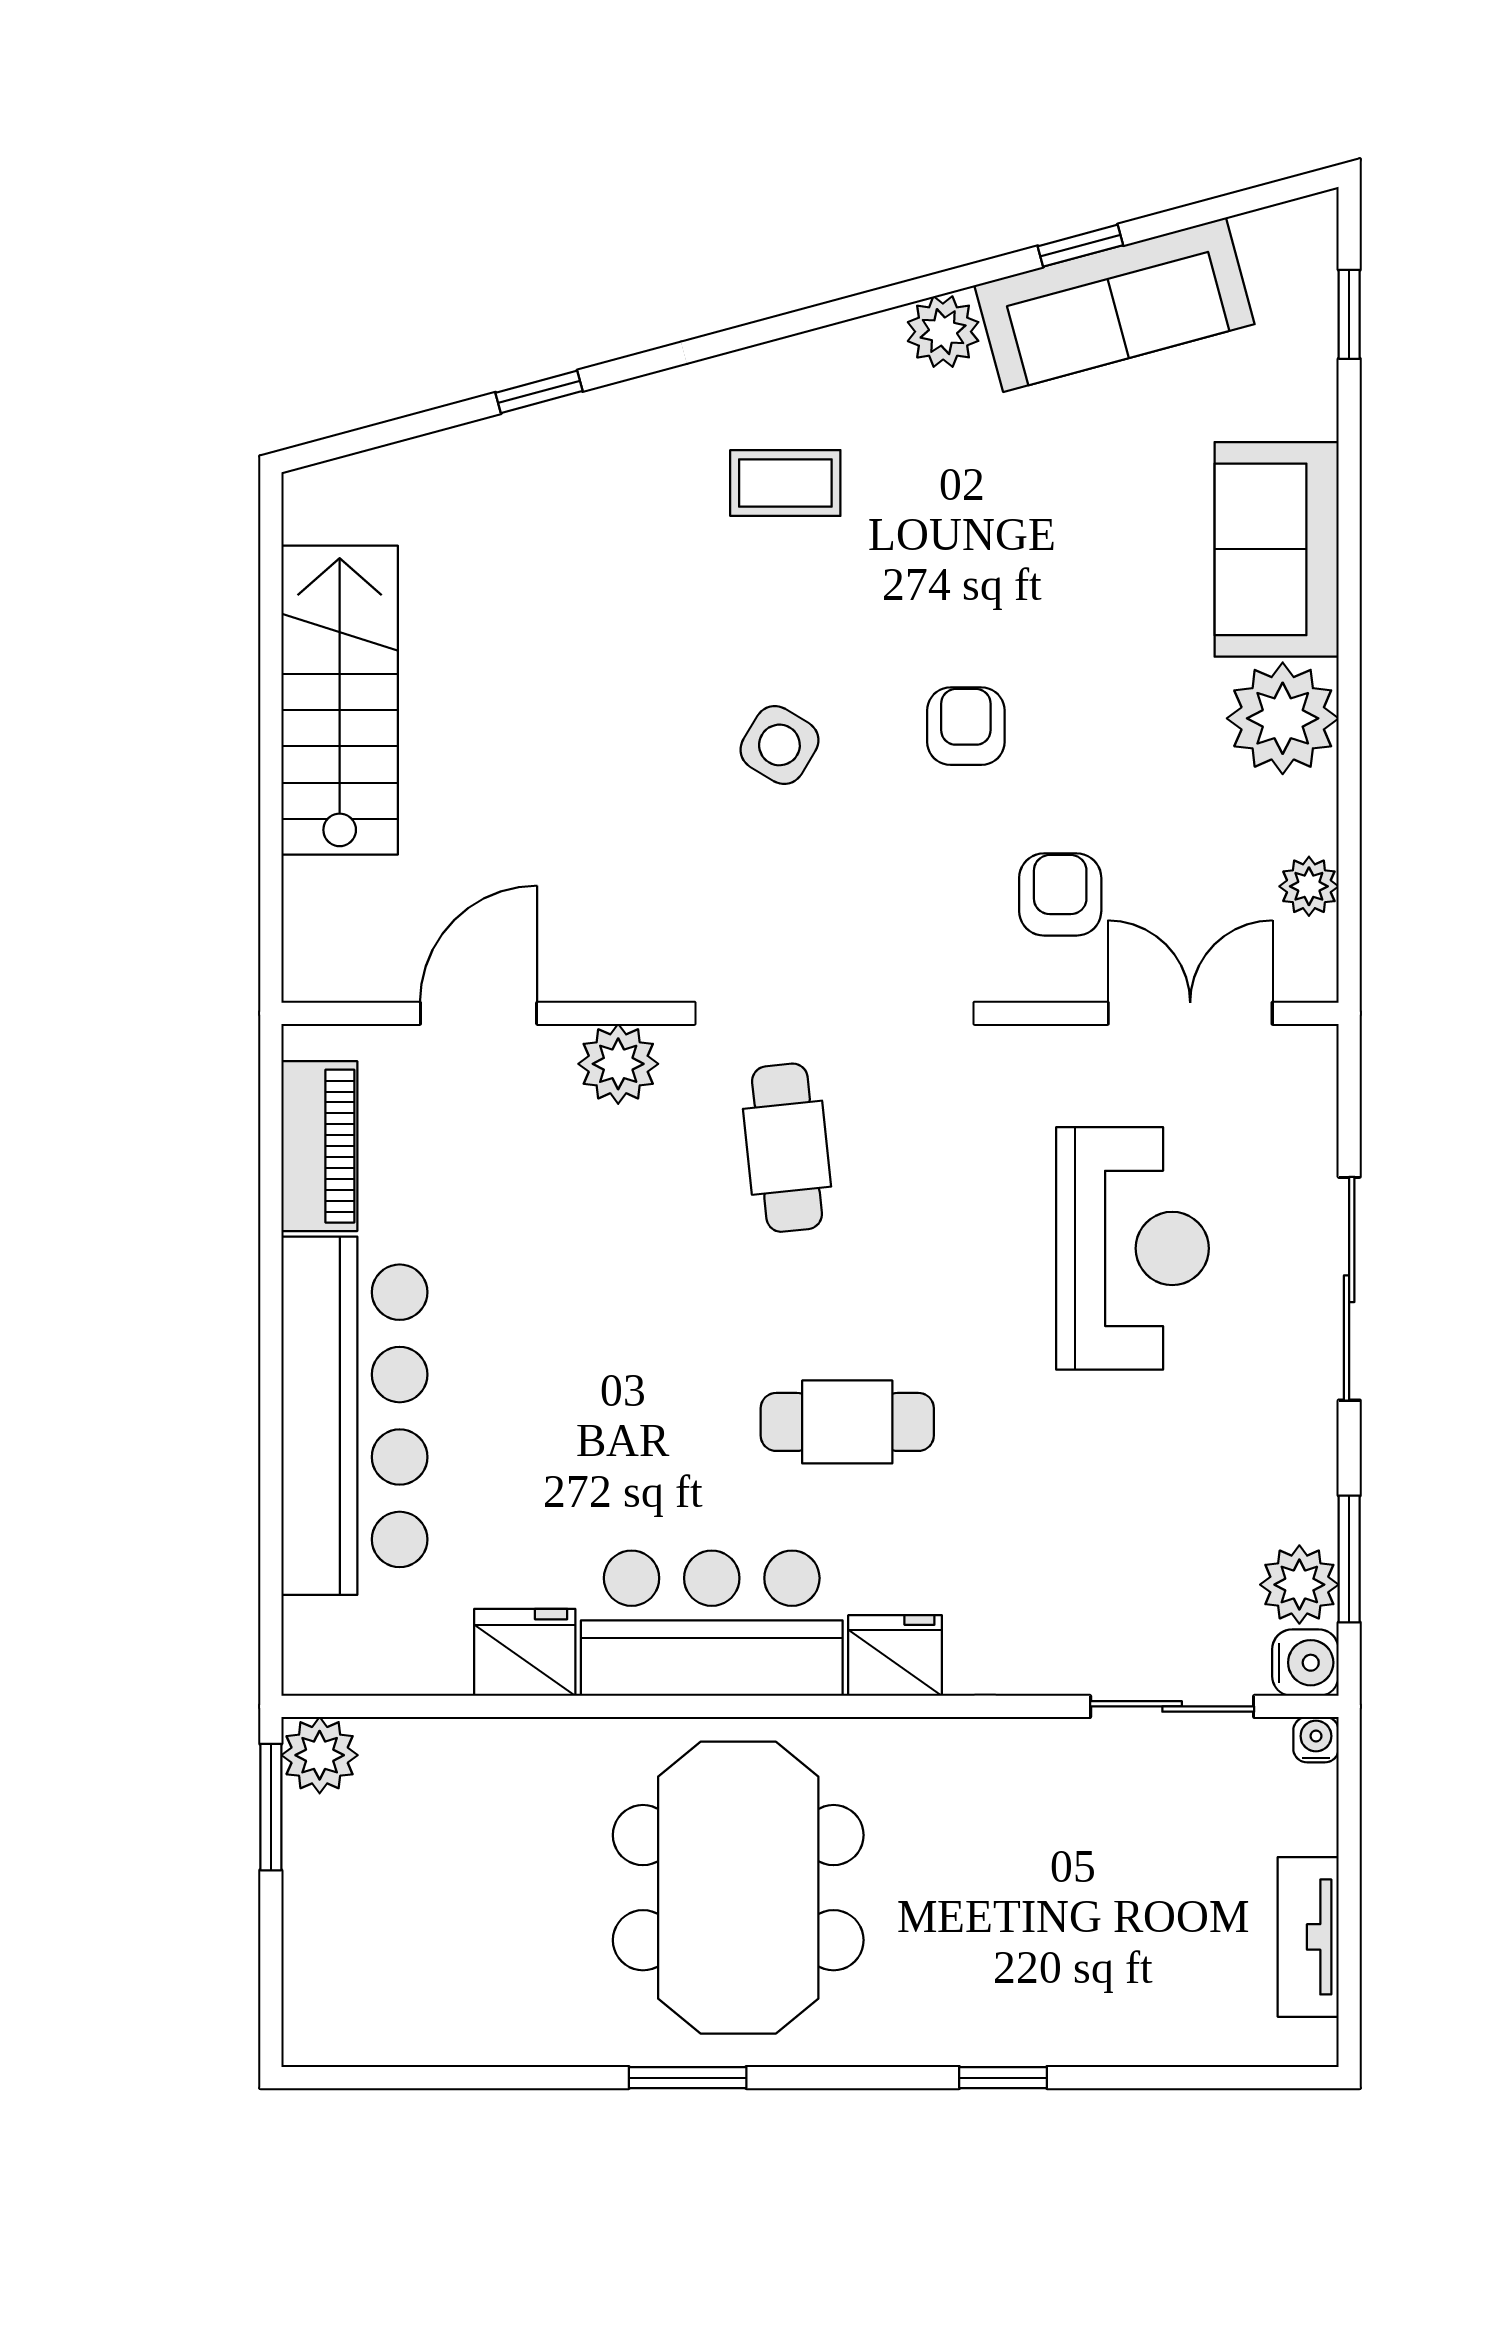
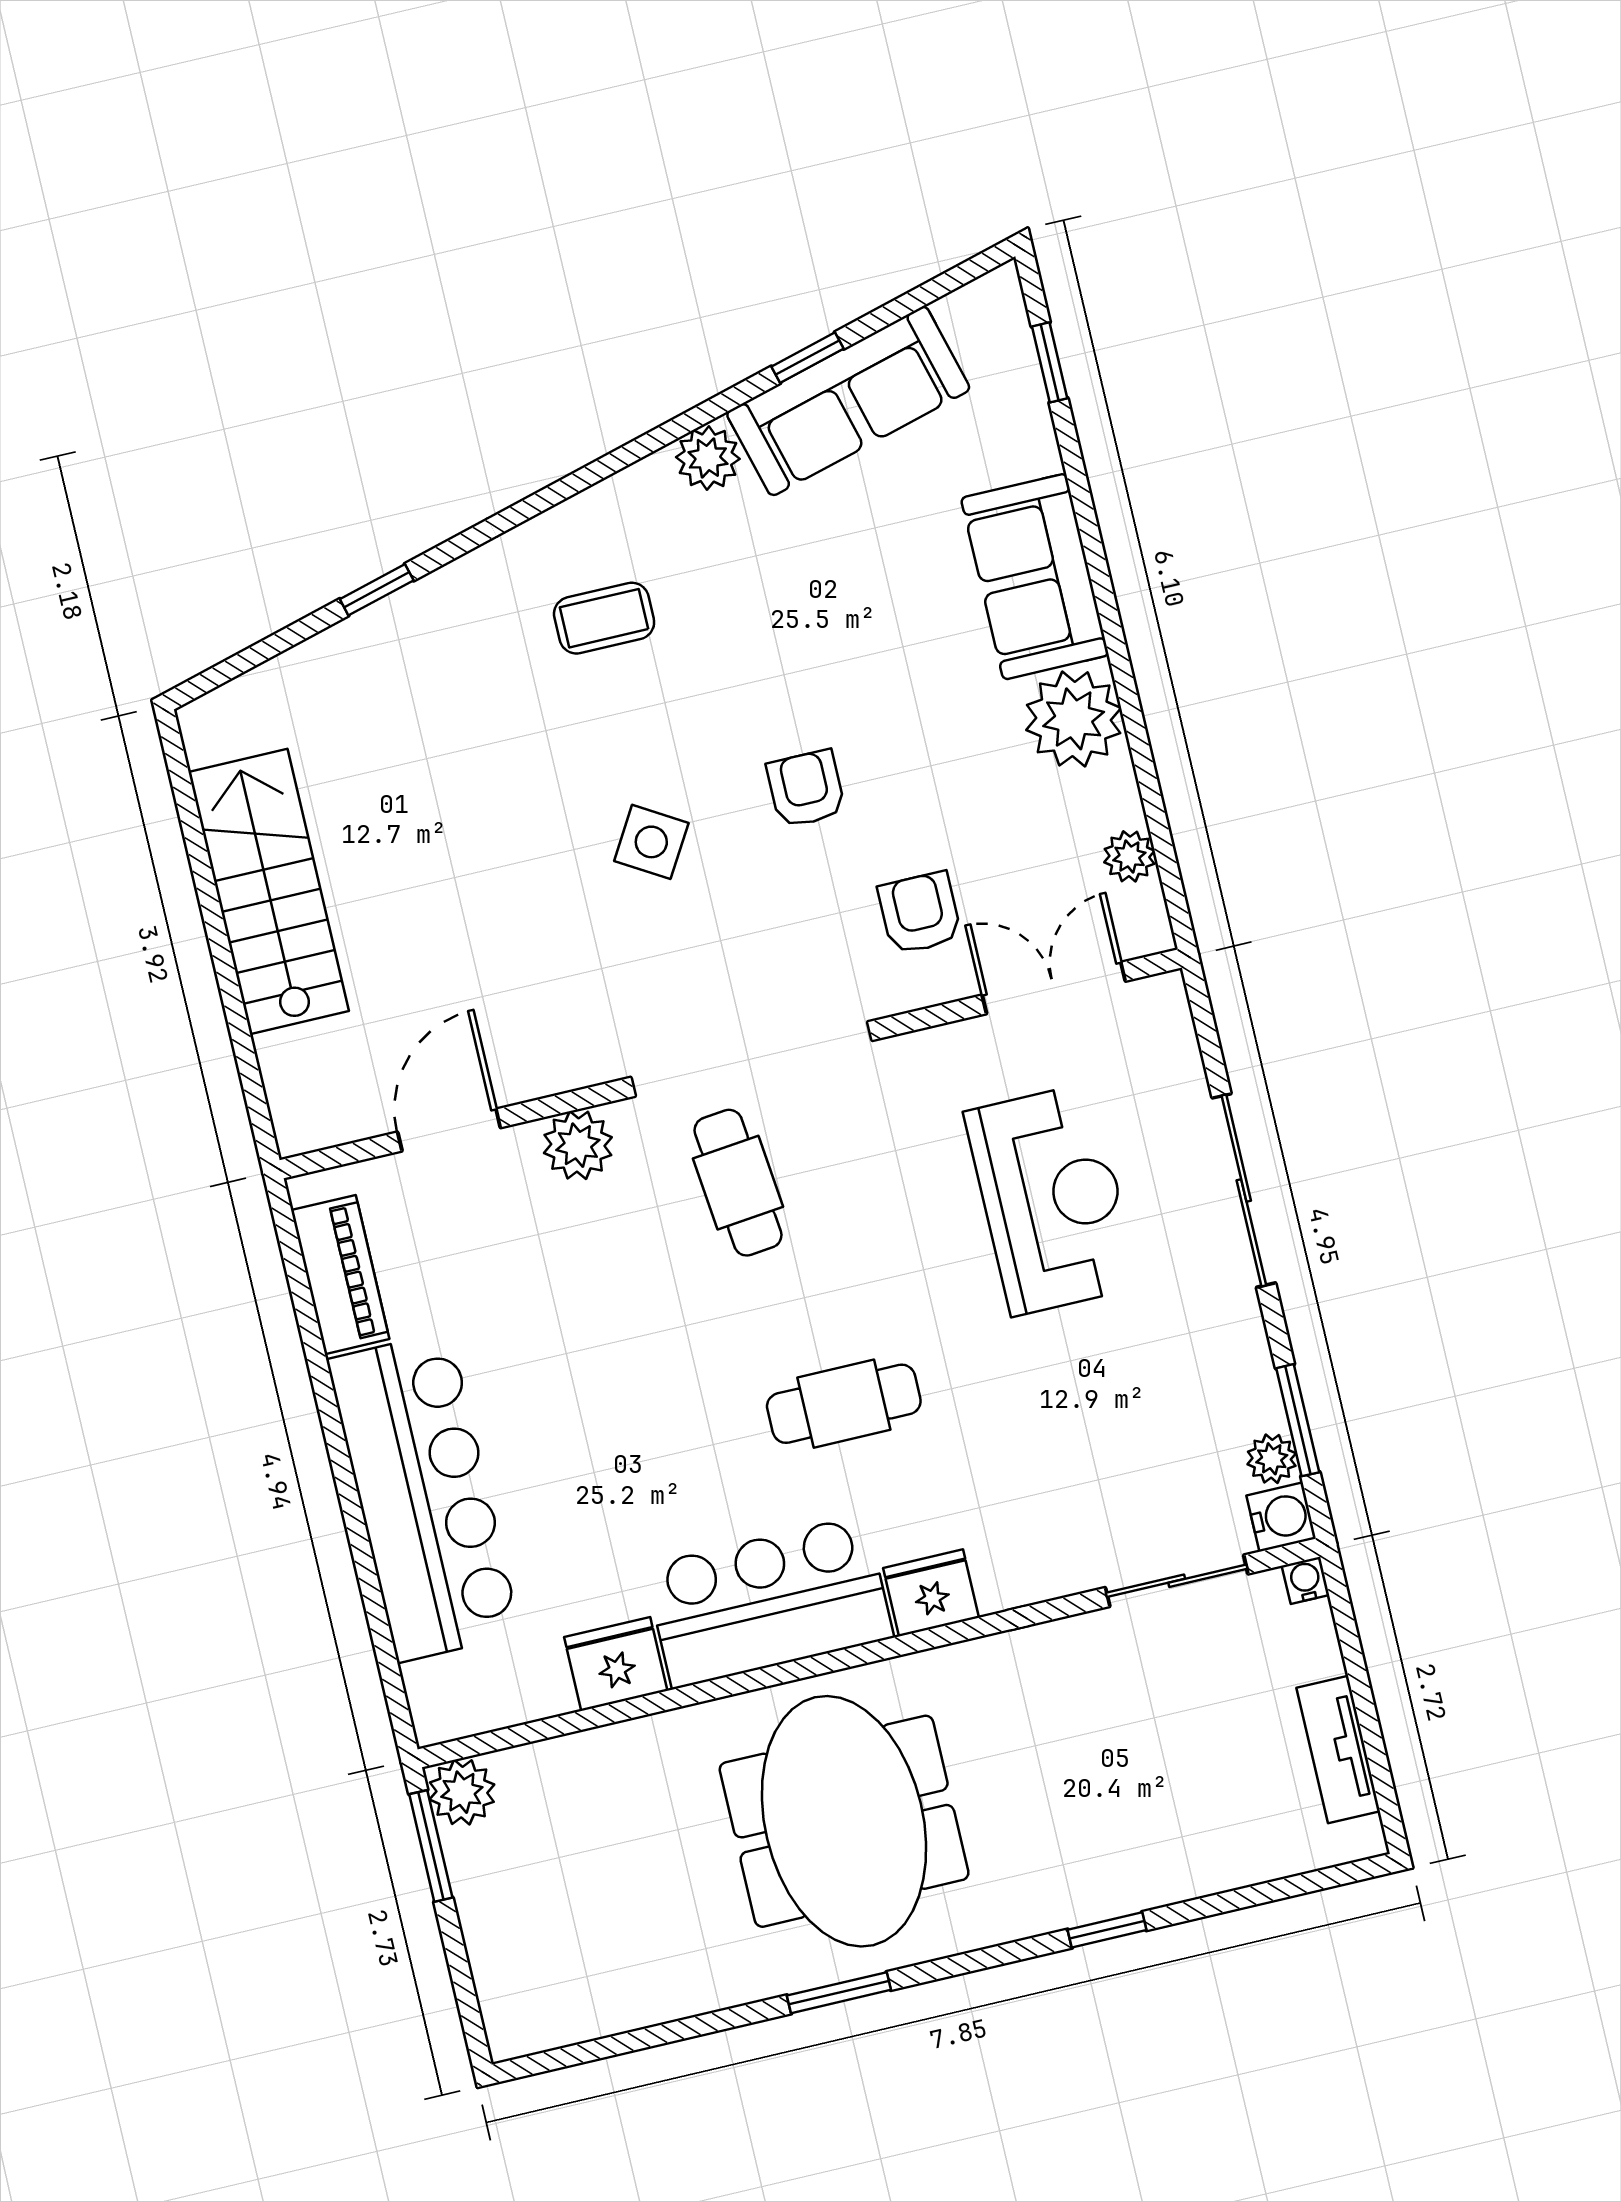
plant: (1299, 1585) -> (1272, 1459), width x0.73, depth x0.73

